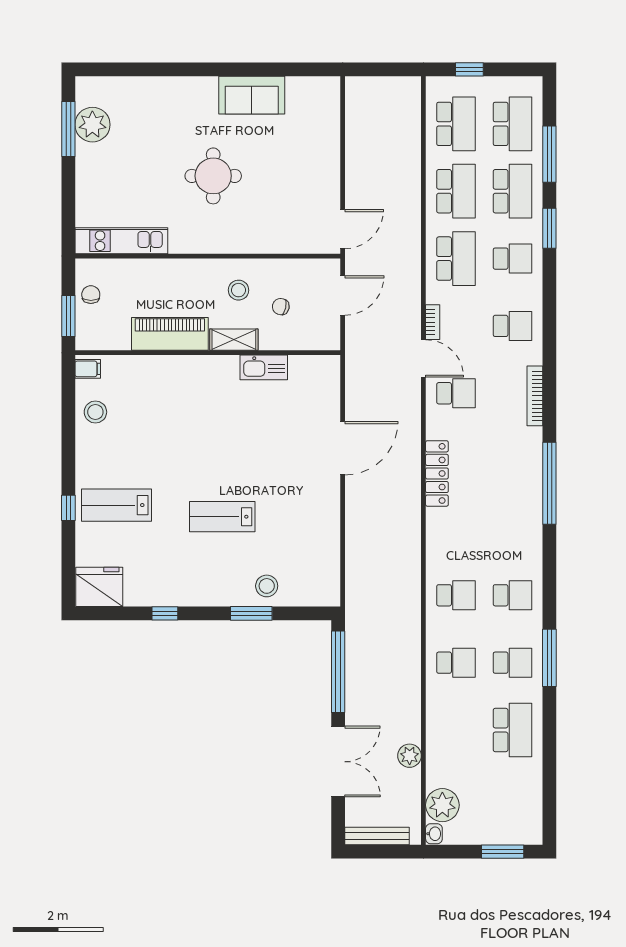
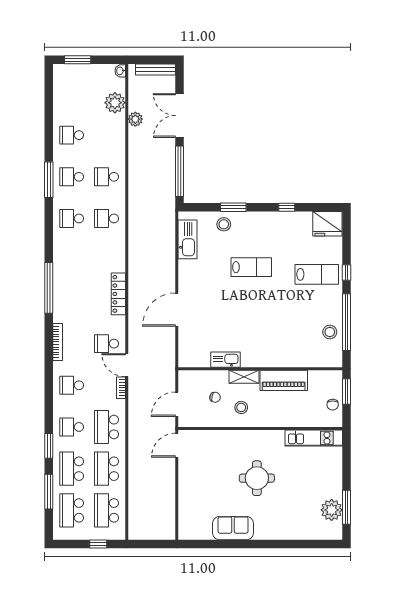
filing cabinet: (88, 369) -> (335, 359), removed
window: (68, 428) -> (347, 322), added
kitchen sink: (325, 561) -> (188, 239), added
school desk: (512, 730) -> (72, 135), width x0.54
plant: (442, 805) -> (115, 103), moved

